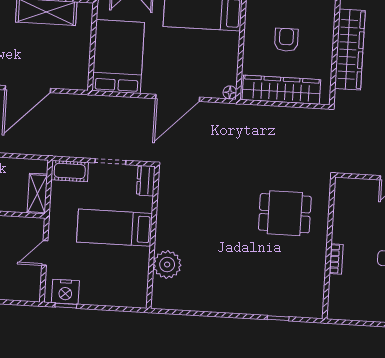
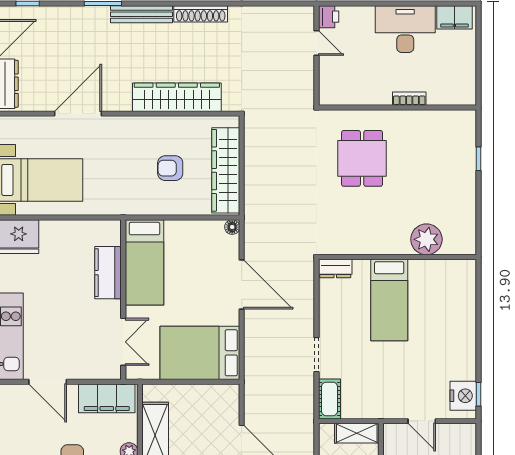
dresser: (146, 181) -> (335, 268), moved
bed: (115, 228) -> (389, 300), moved
wall: (153, 237) -> (397, 257), moved
plant: (167, 264) -> (426, 239), moved

